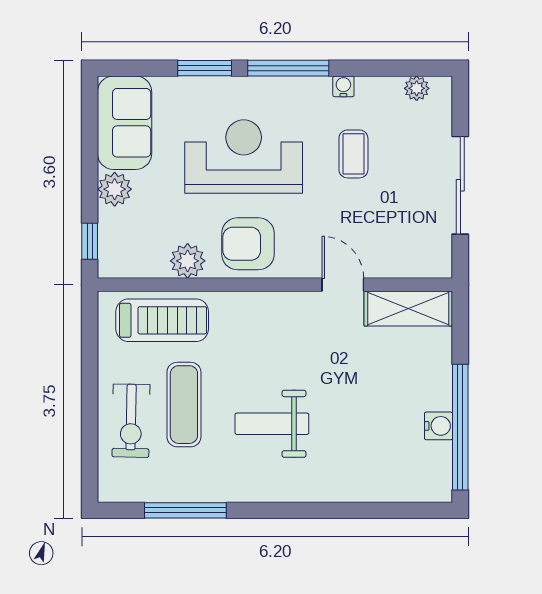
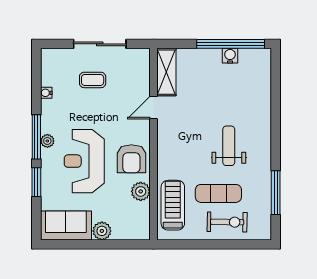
water cooler: (343, 86) -> (46, 93), moved
plant: (417, 88) -> (47, 141), moved
coffee table: (353, 154) -> (93, 80), moved
window: (90, 241) -> (130, 244), removed
weight bench: (272, 424) -> (229, 146), turned 180

